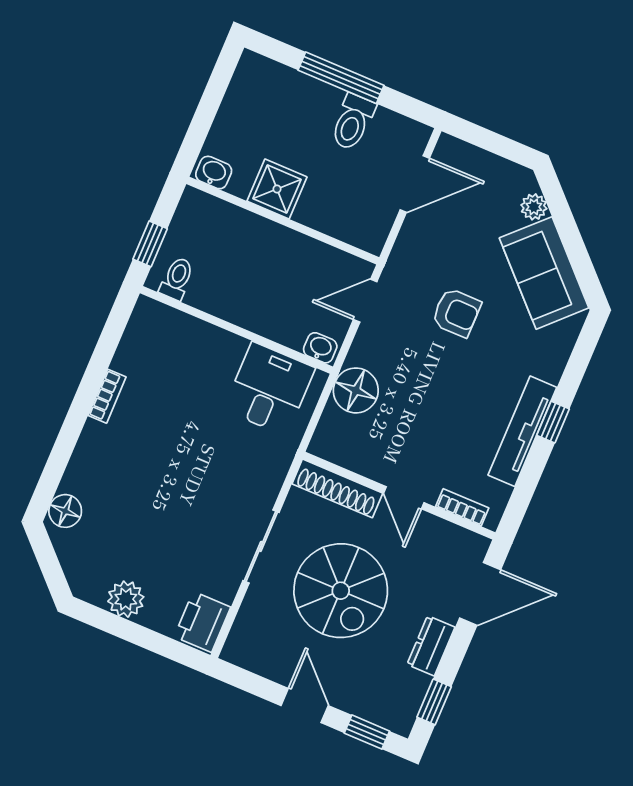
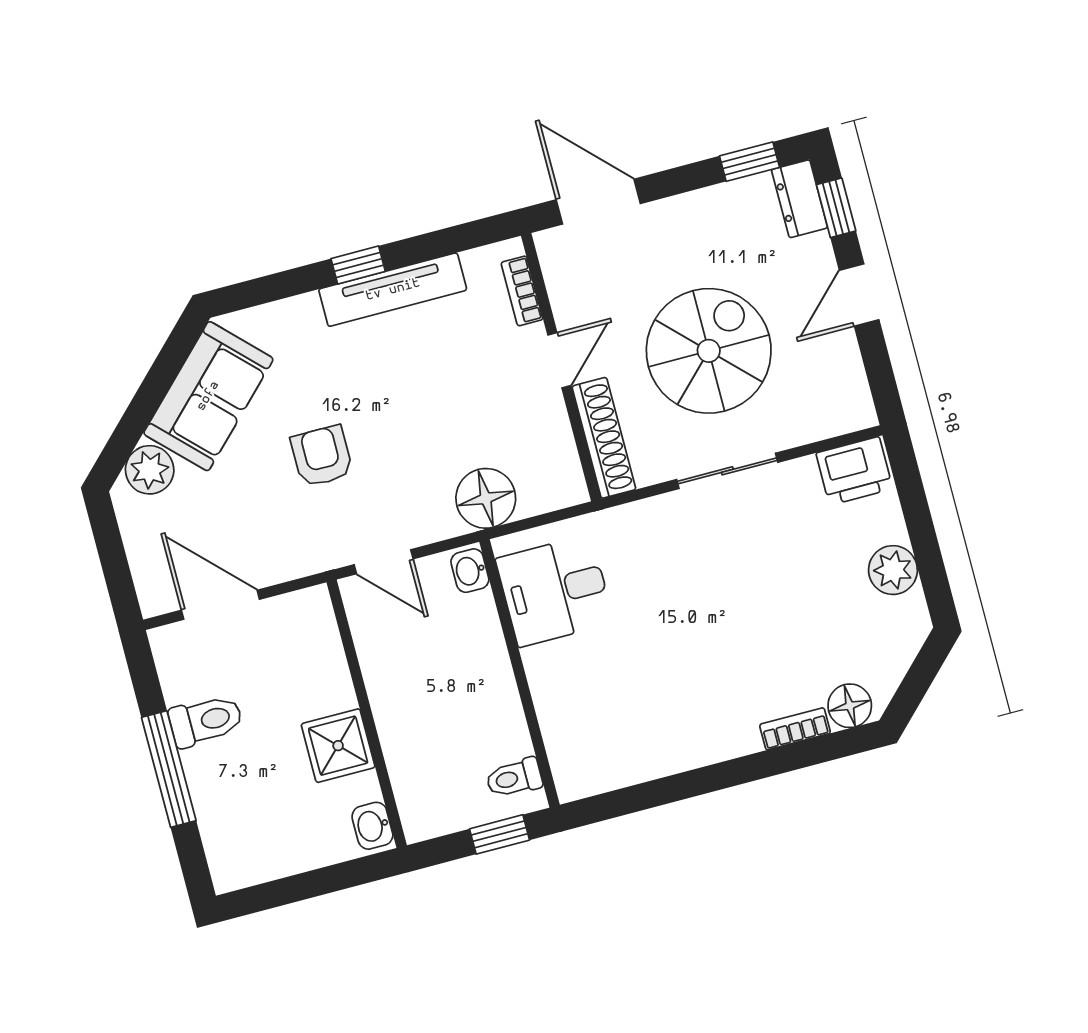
plant: (534, 207) -> (150, 470), width x1.38, depth x1.38
bookcase: (107, 396) -> (795, 729), moved
dresser: (431, 646) -> (799, 199), moved, turned 90

